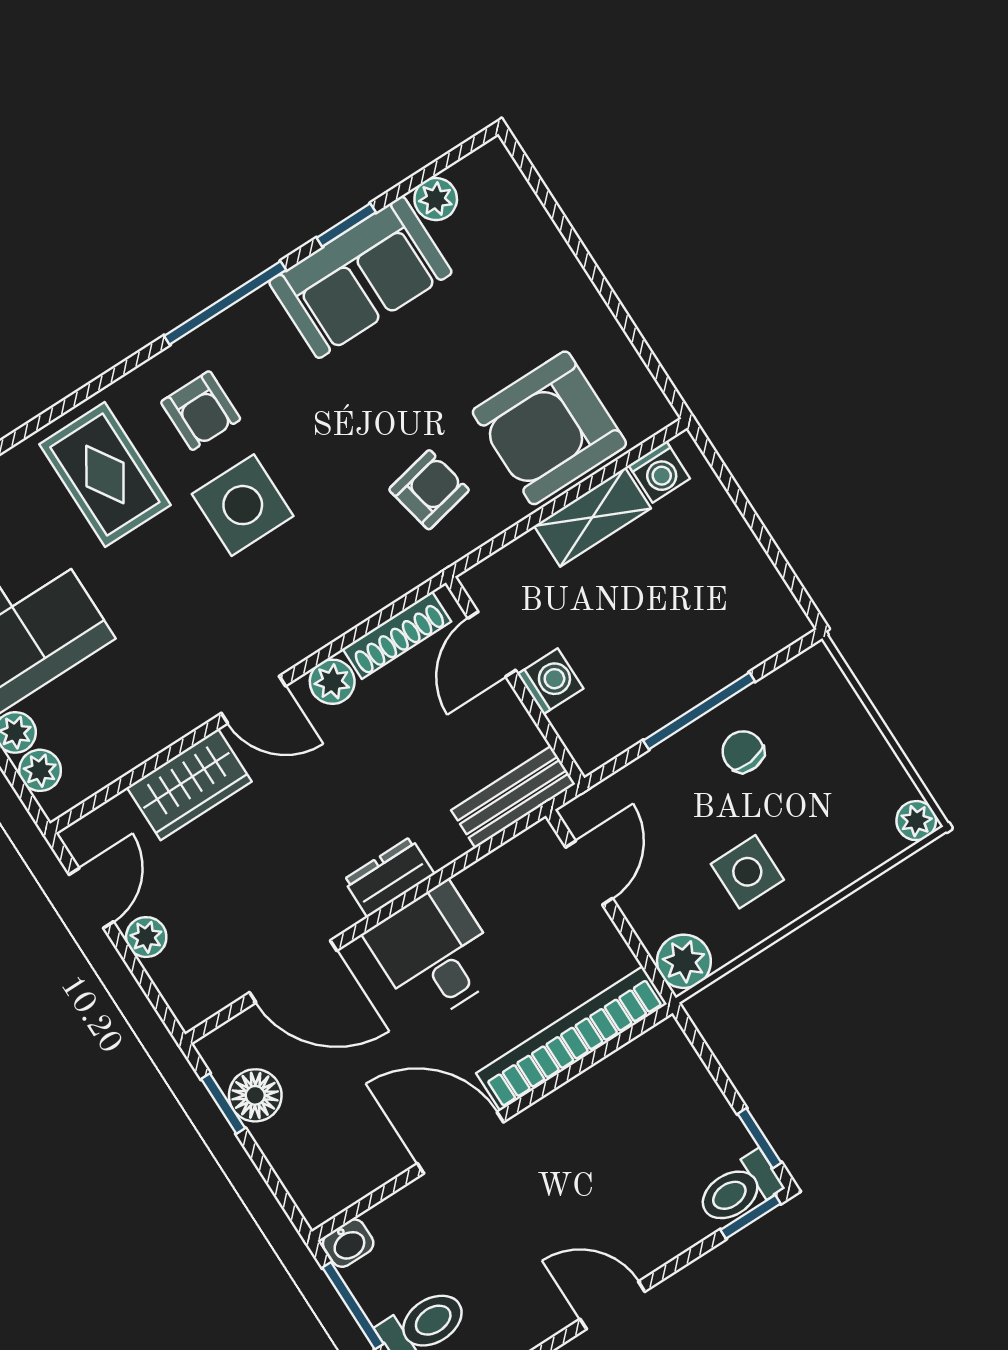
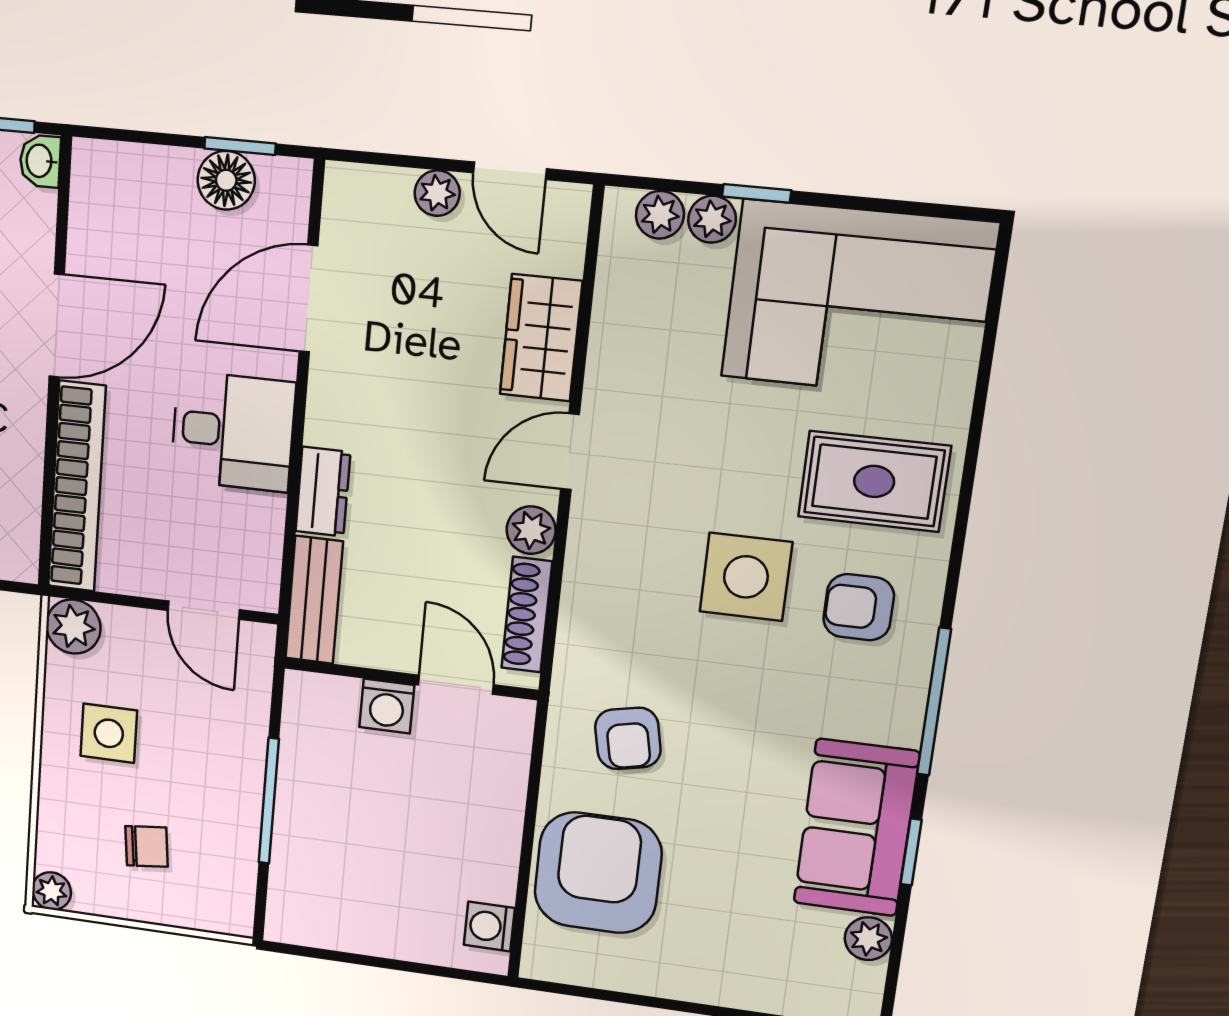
shelving: (592, 517) -> (496, 847), removed
chair: (743, 752) -> (147, 846), moved
dresser: (389, 877) -> (323, 492), moved

